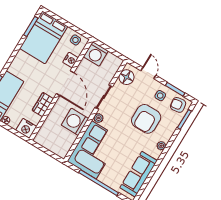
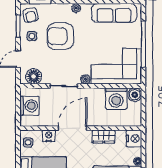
washing machine: (96, 54) -> (29, 106), moved
armchair: (146, 119) -> (60, 36), turned 180
washing machine: (75, 122) -> (116, 98), moved
boiler: (62, 151) -> (135, 95), added

